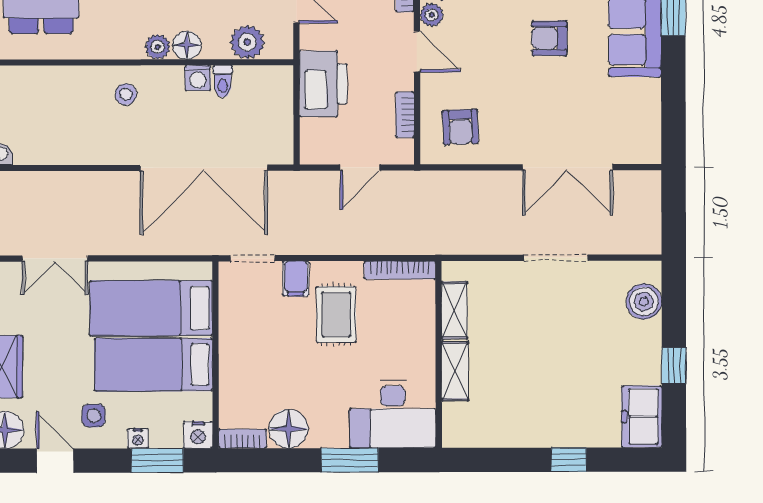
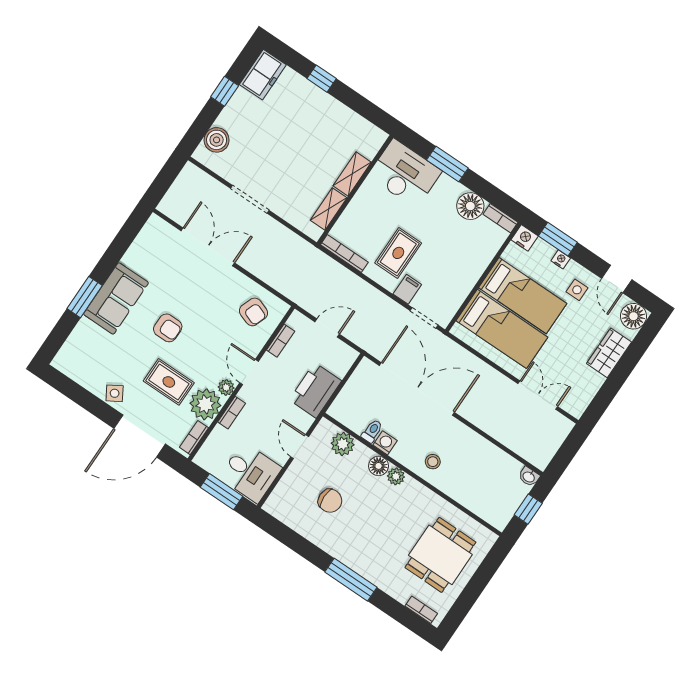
armchair: (460, 127) -> (254, 312), turned 112

